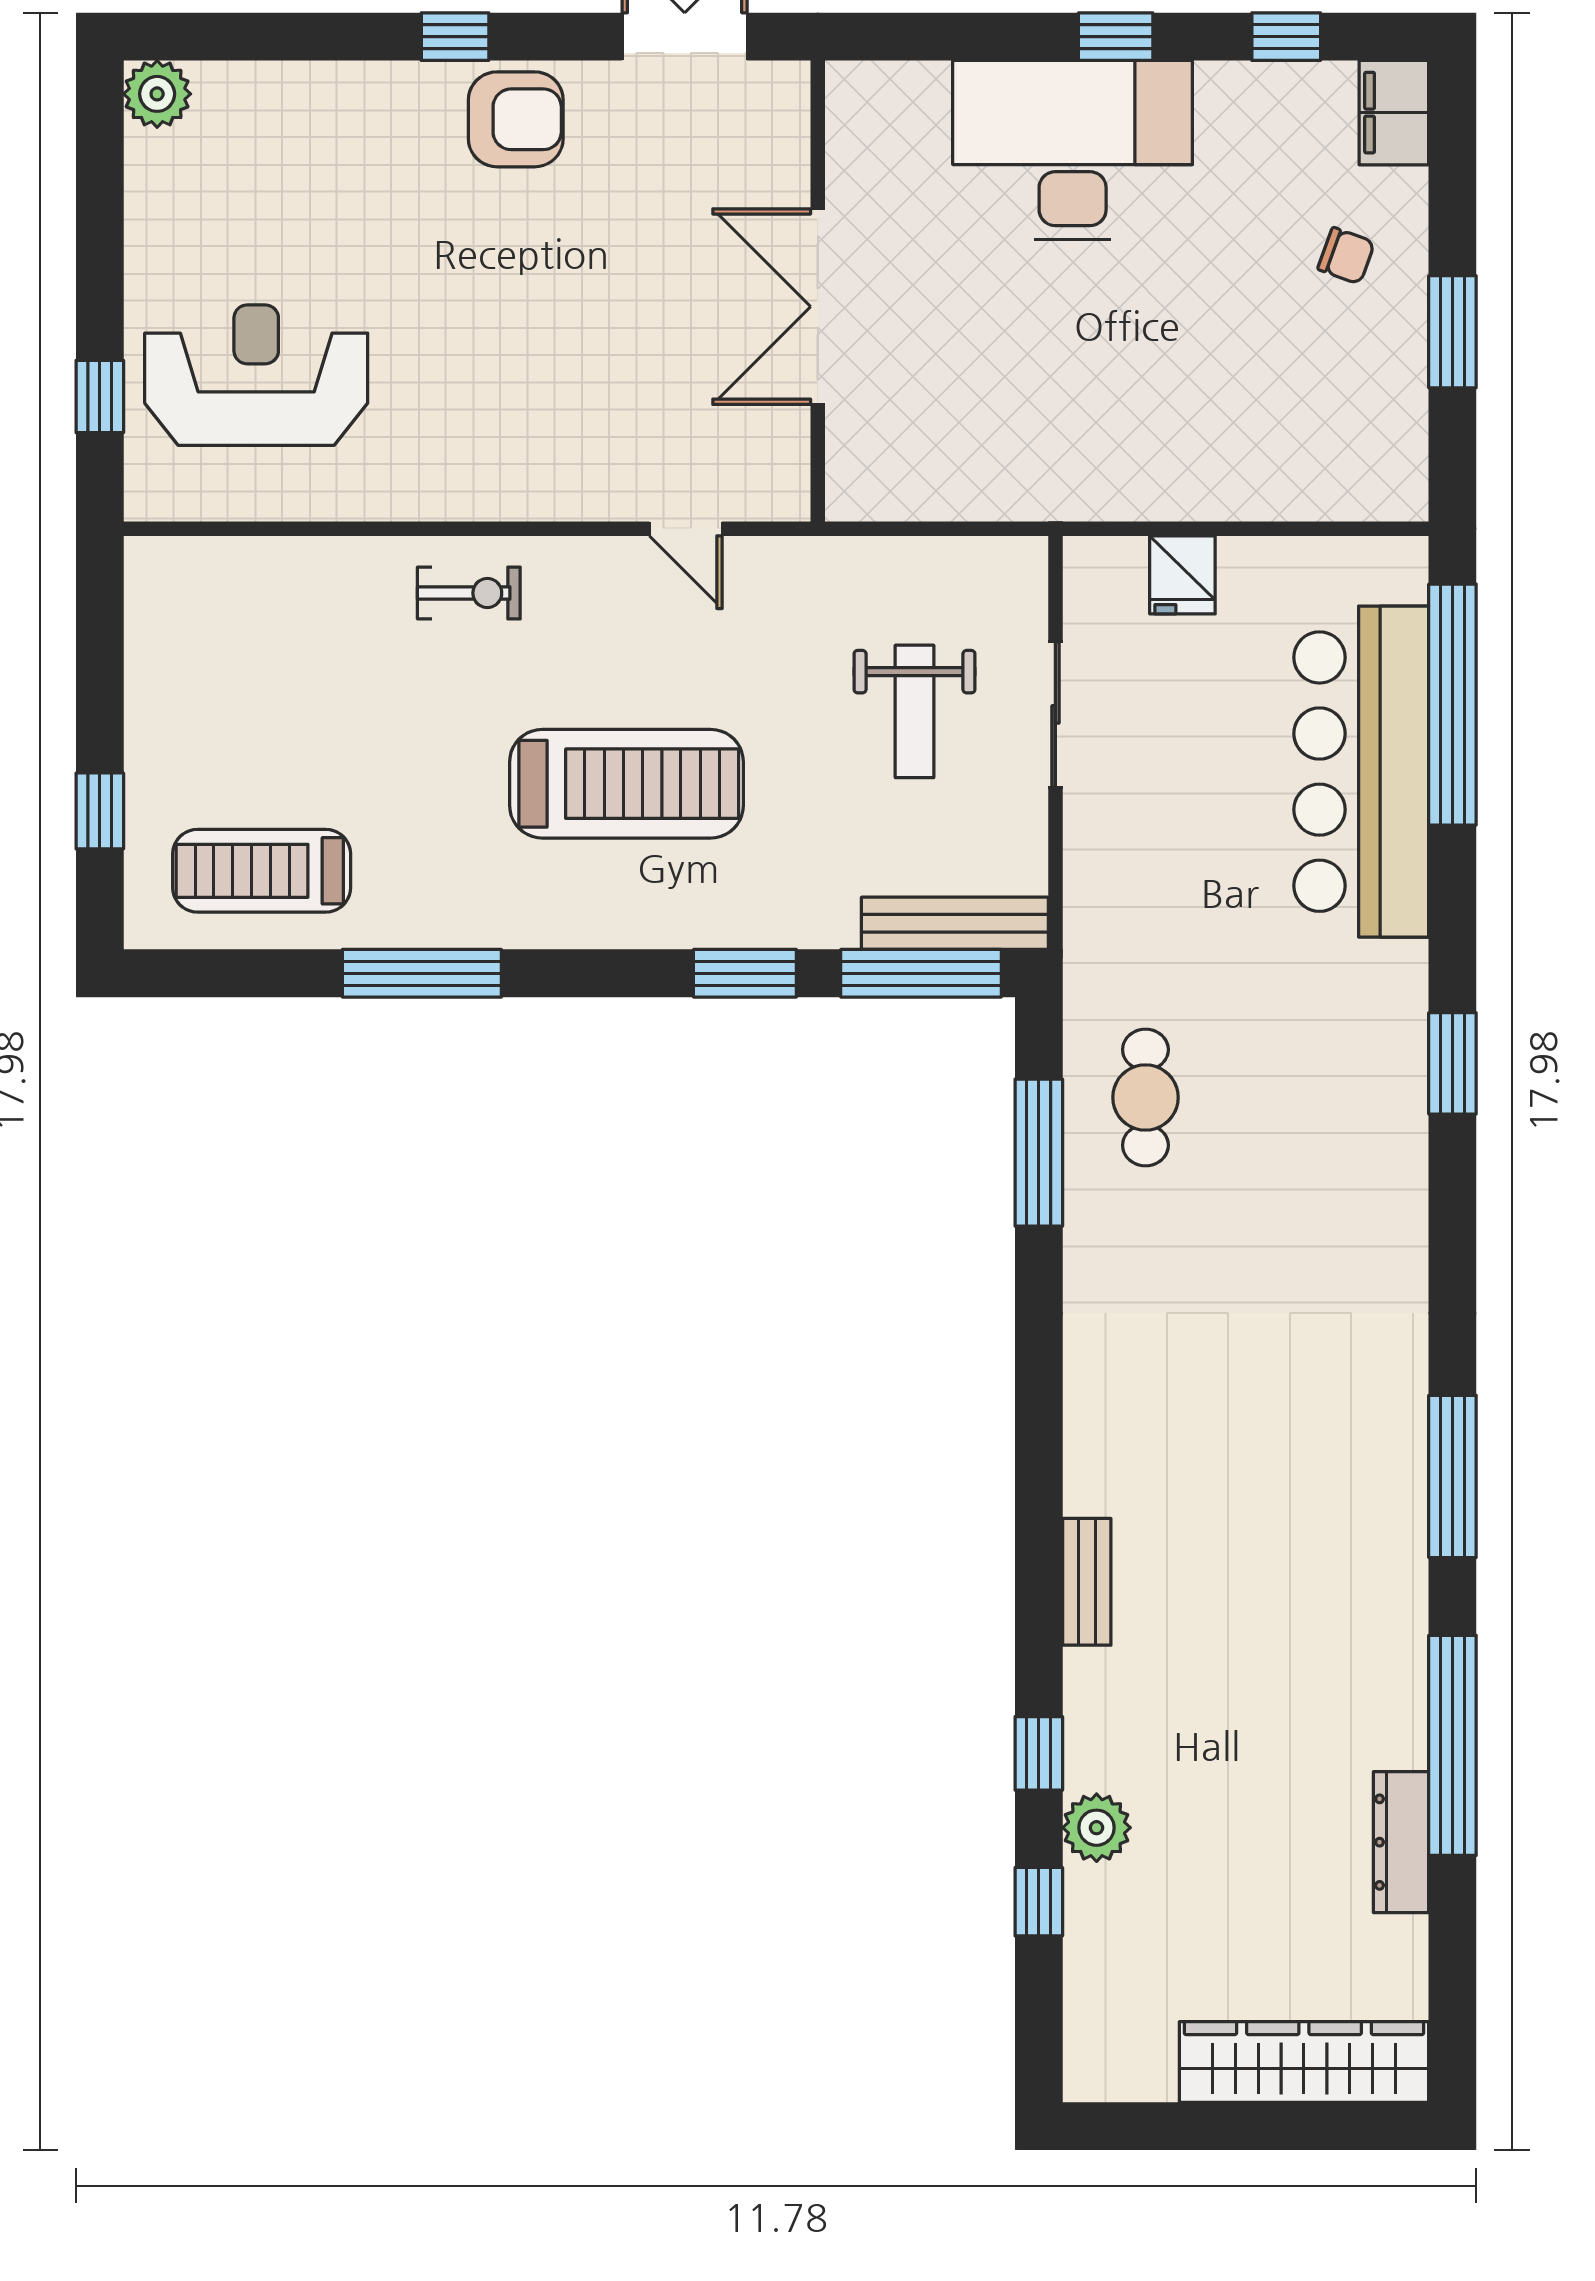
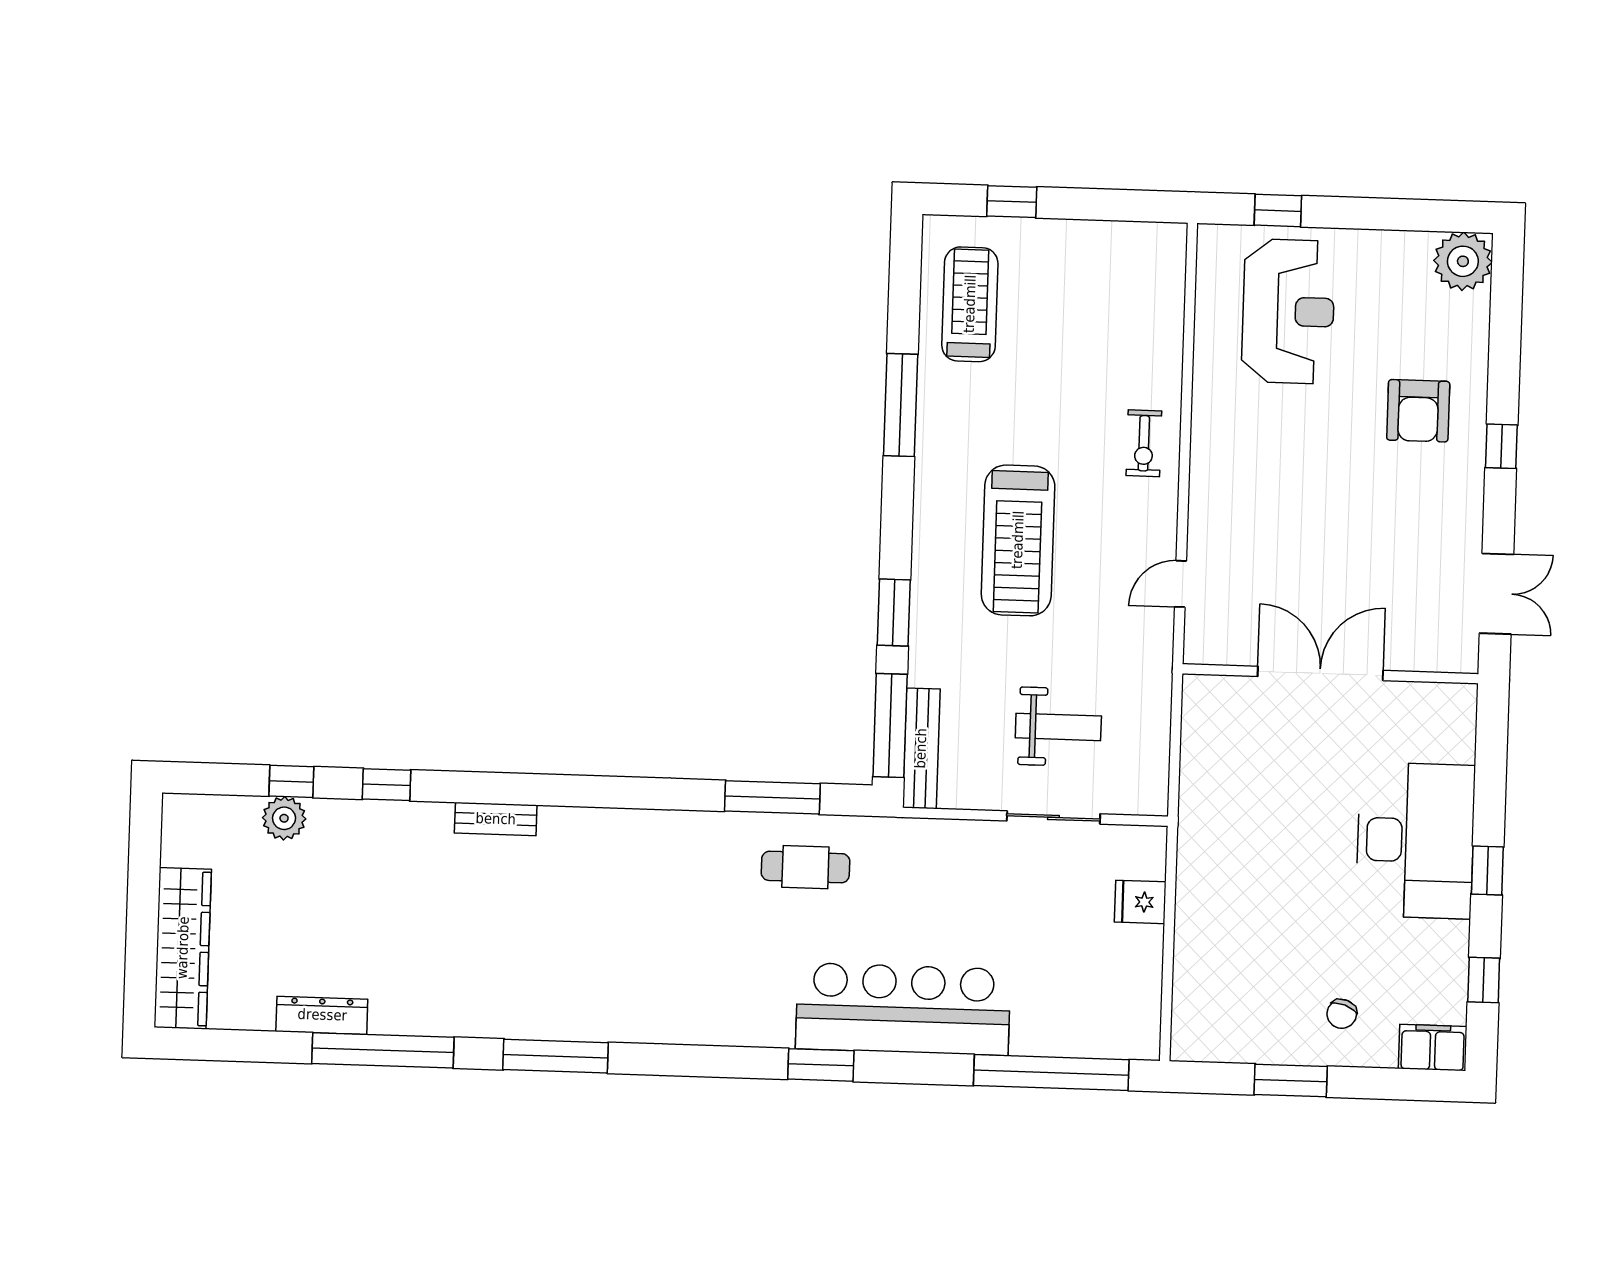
plant: (157, 94) -> (1463, 261), width x1.36, depth x1.36
armchair: (516, 119) -> (1418, 411), moved
weight bench: (914, 711) -> (1058, 727), turned 180
bar counter: (1361, 772) -> (903, 1009), moved
plant: (1097, 1828) -> (284, 818), moved

